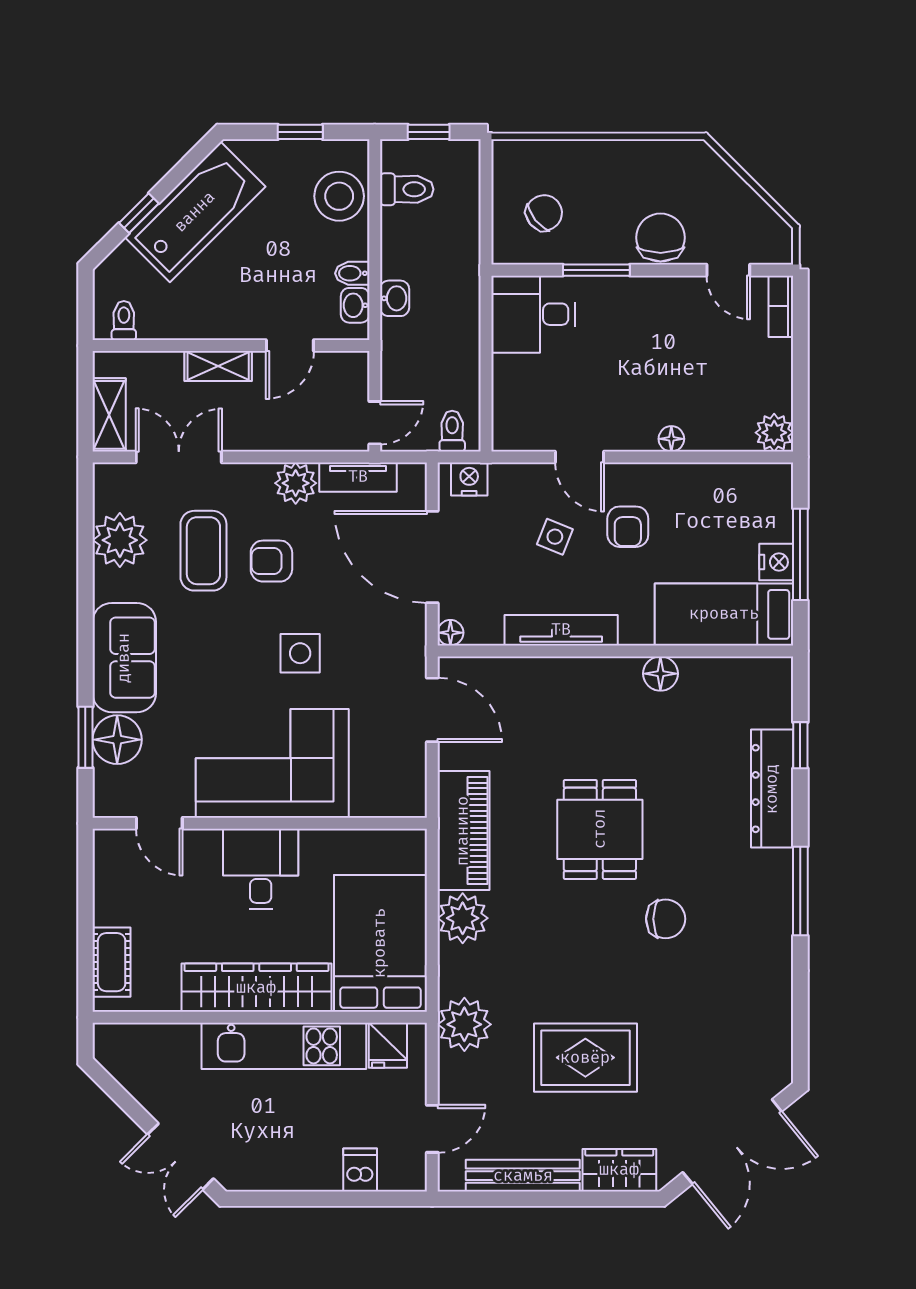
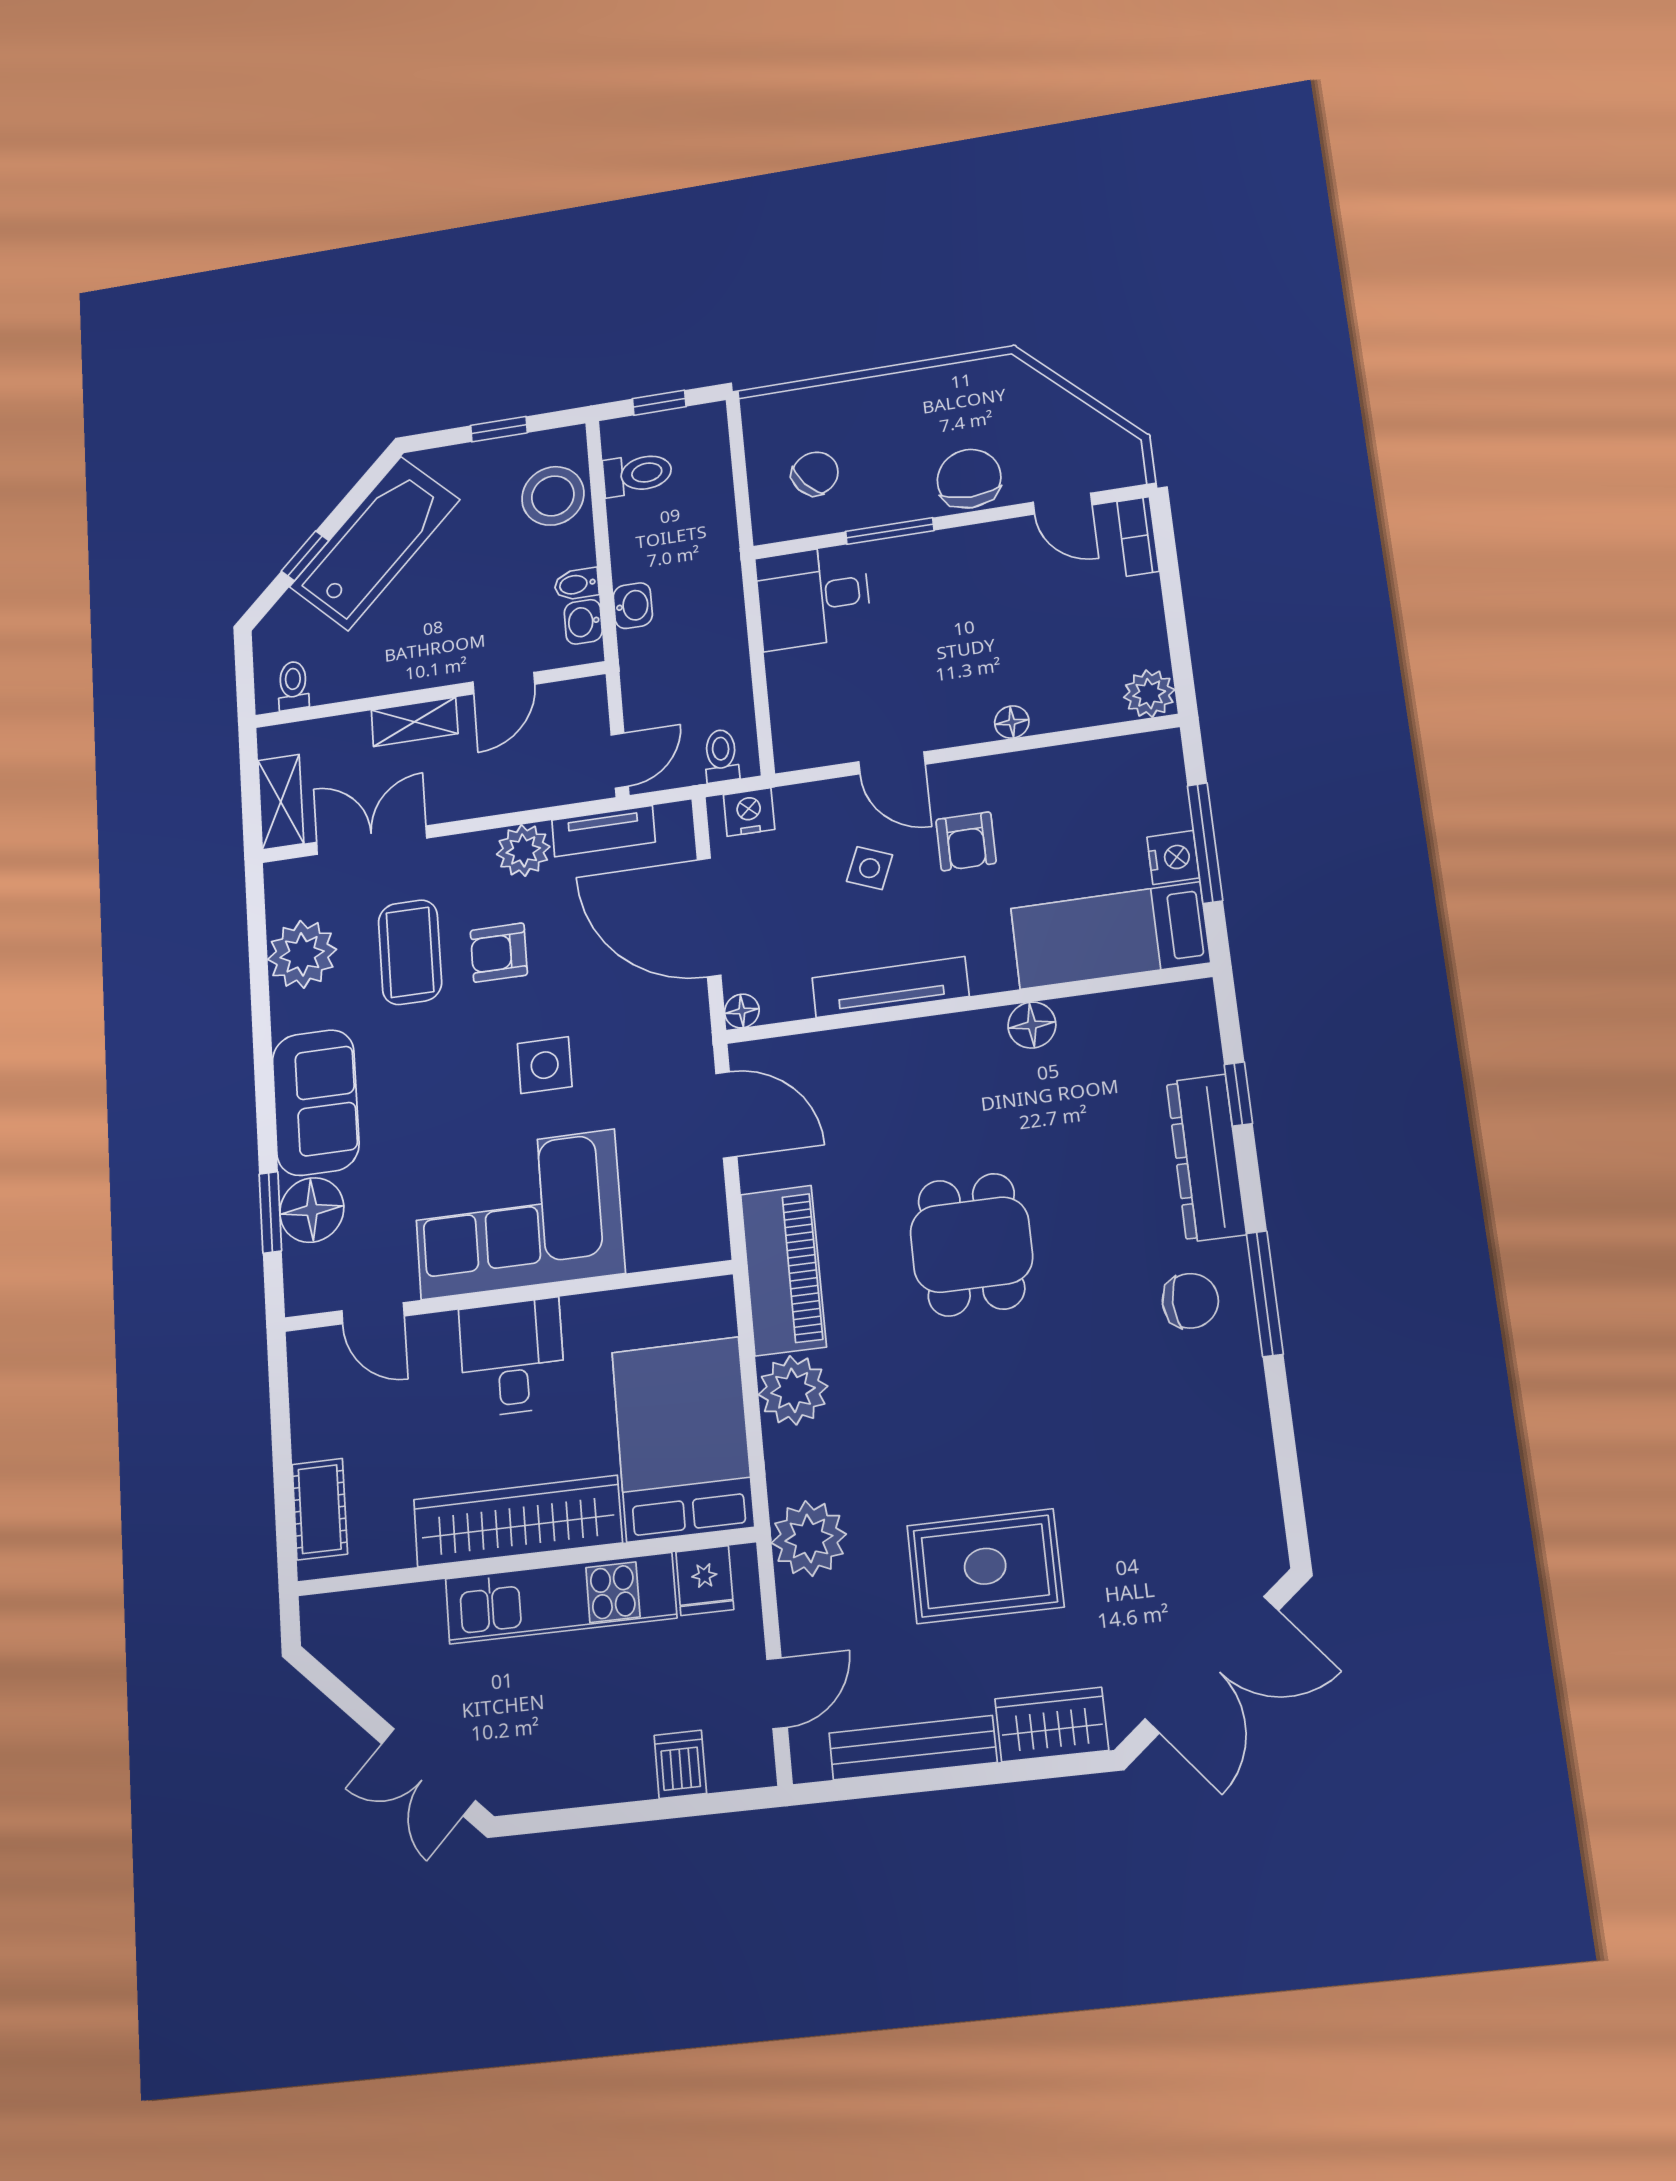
chair: (666, 919) -> (1190, 1301), moved

